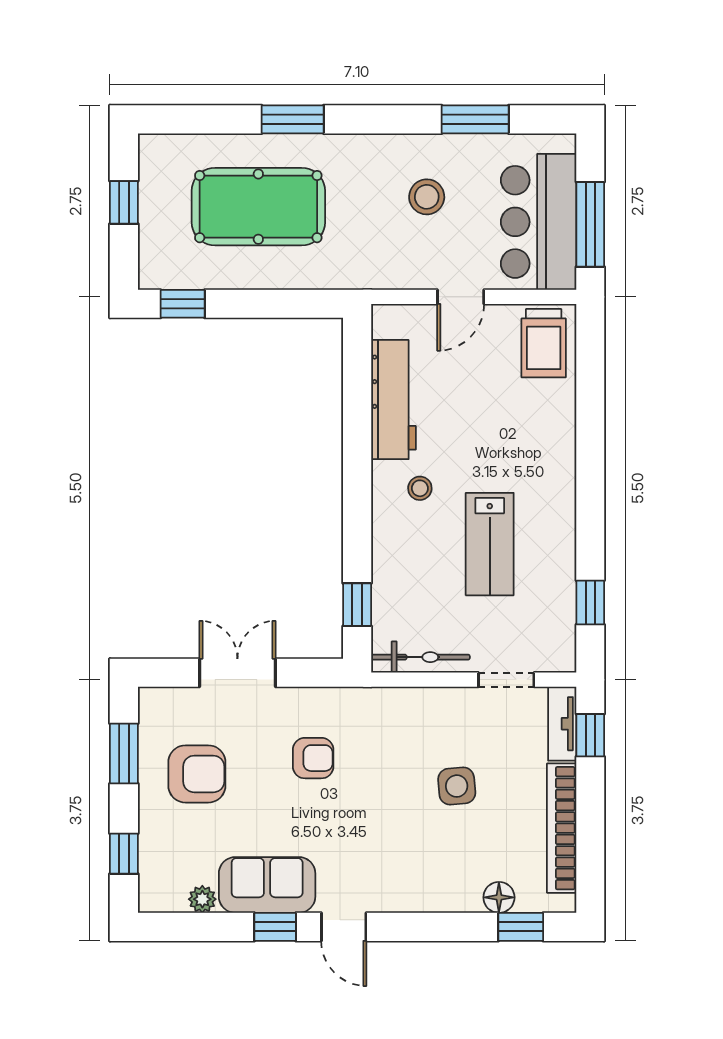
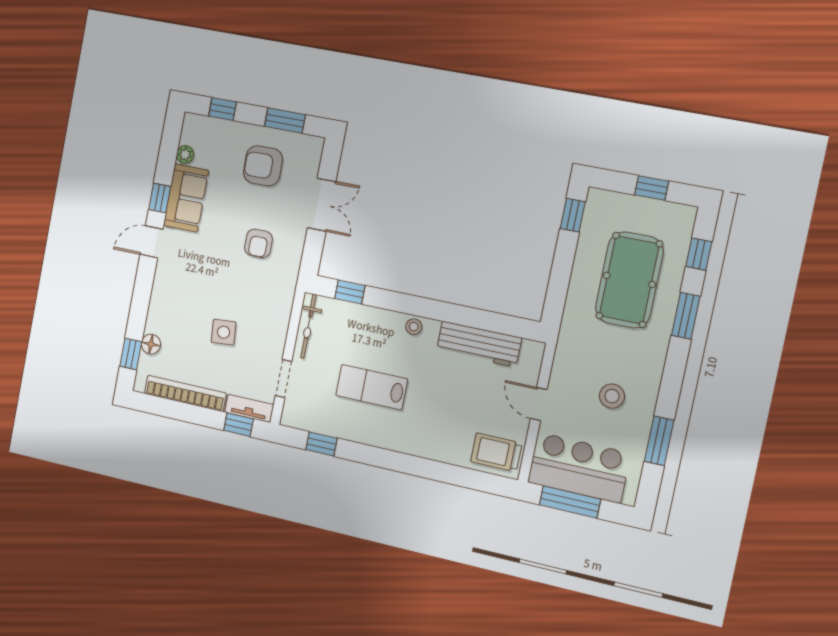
window: (203, 119) -> (699, 254), added
stool: (420, 488) -> (414, 327), moved
armchair: (197, 774) -> (263, 166), turned 89

